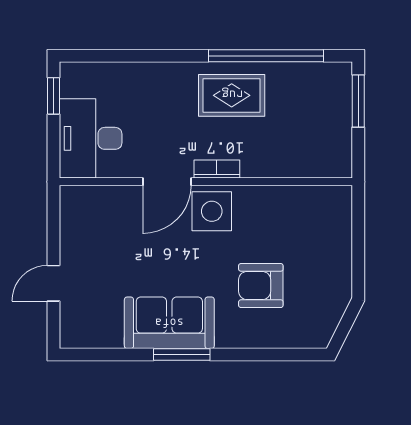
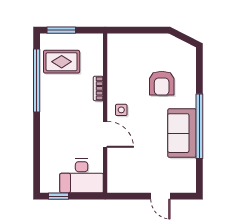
rug: (232, 95) -> (62, 62), moved, turned 90
bookcase: (217, 169) -> (98, 88), moved
side table: (212, 211) -> (121, 110), width x0.54, depth x0.54
window: (182, 355) -> (199, 126), width x2.11

